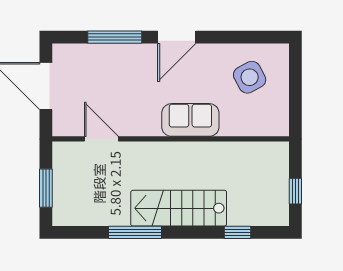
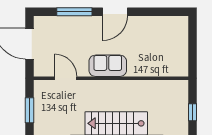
side table: (250, 77) -> (162, 38), removed
sofa: (190, 120) -> (108, 66), moved

